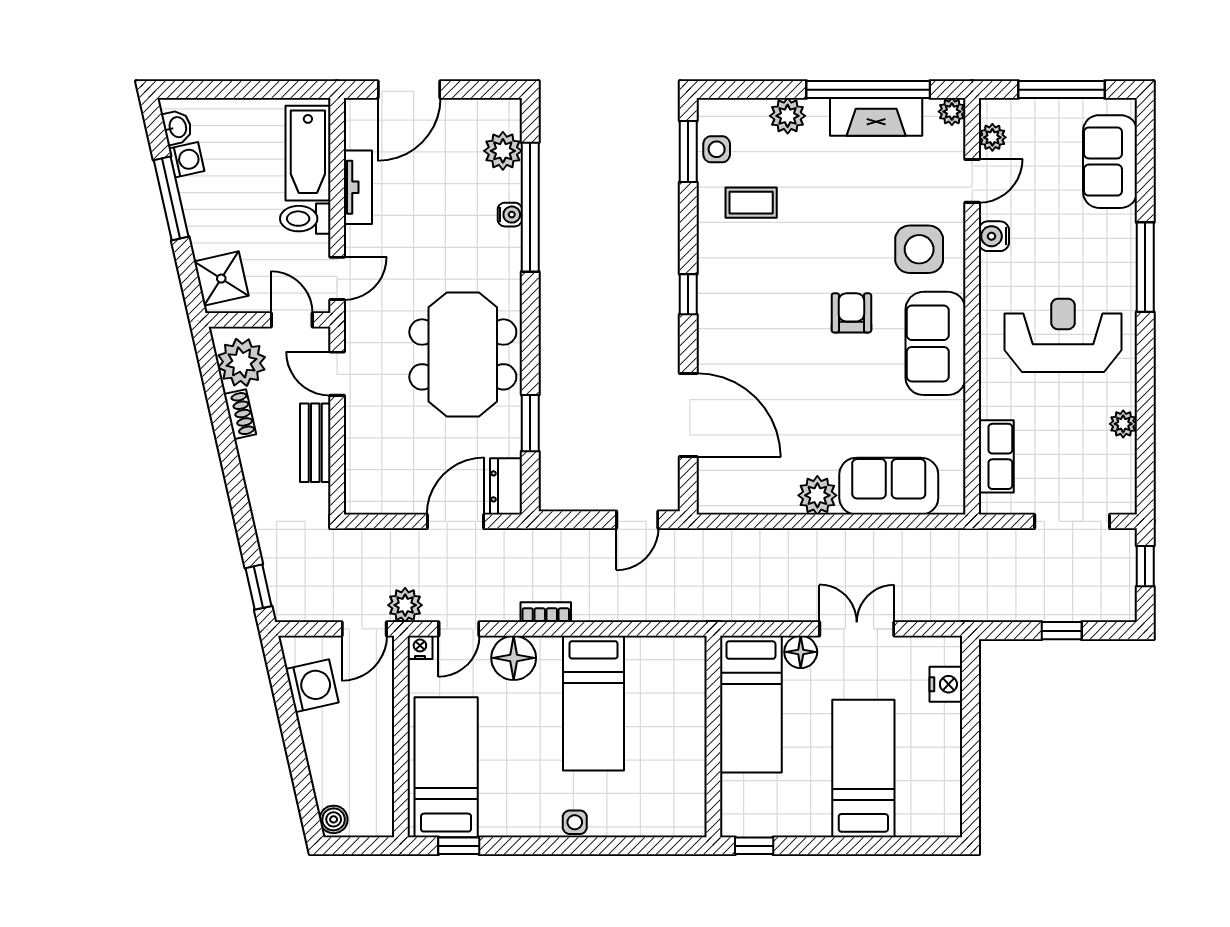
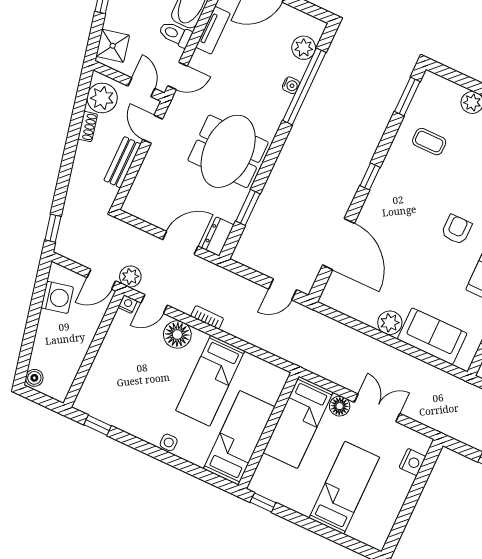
side table: (717, 149) -> (424, 103), removed
bed: (446, 767) -> (239, 438), moved

